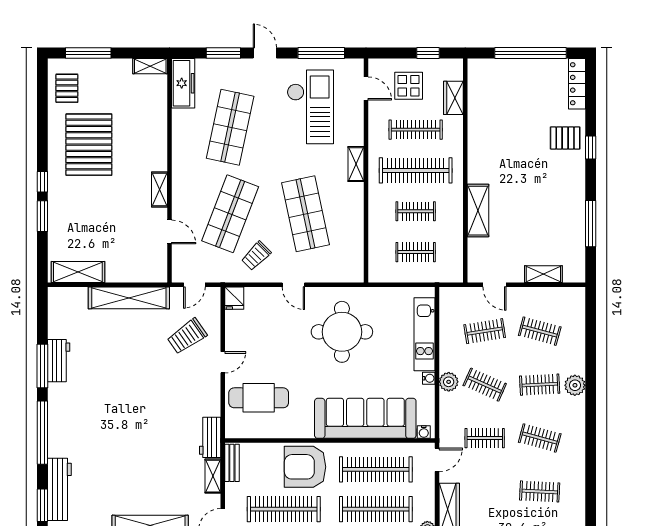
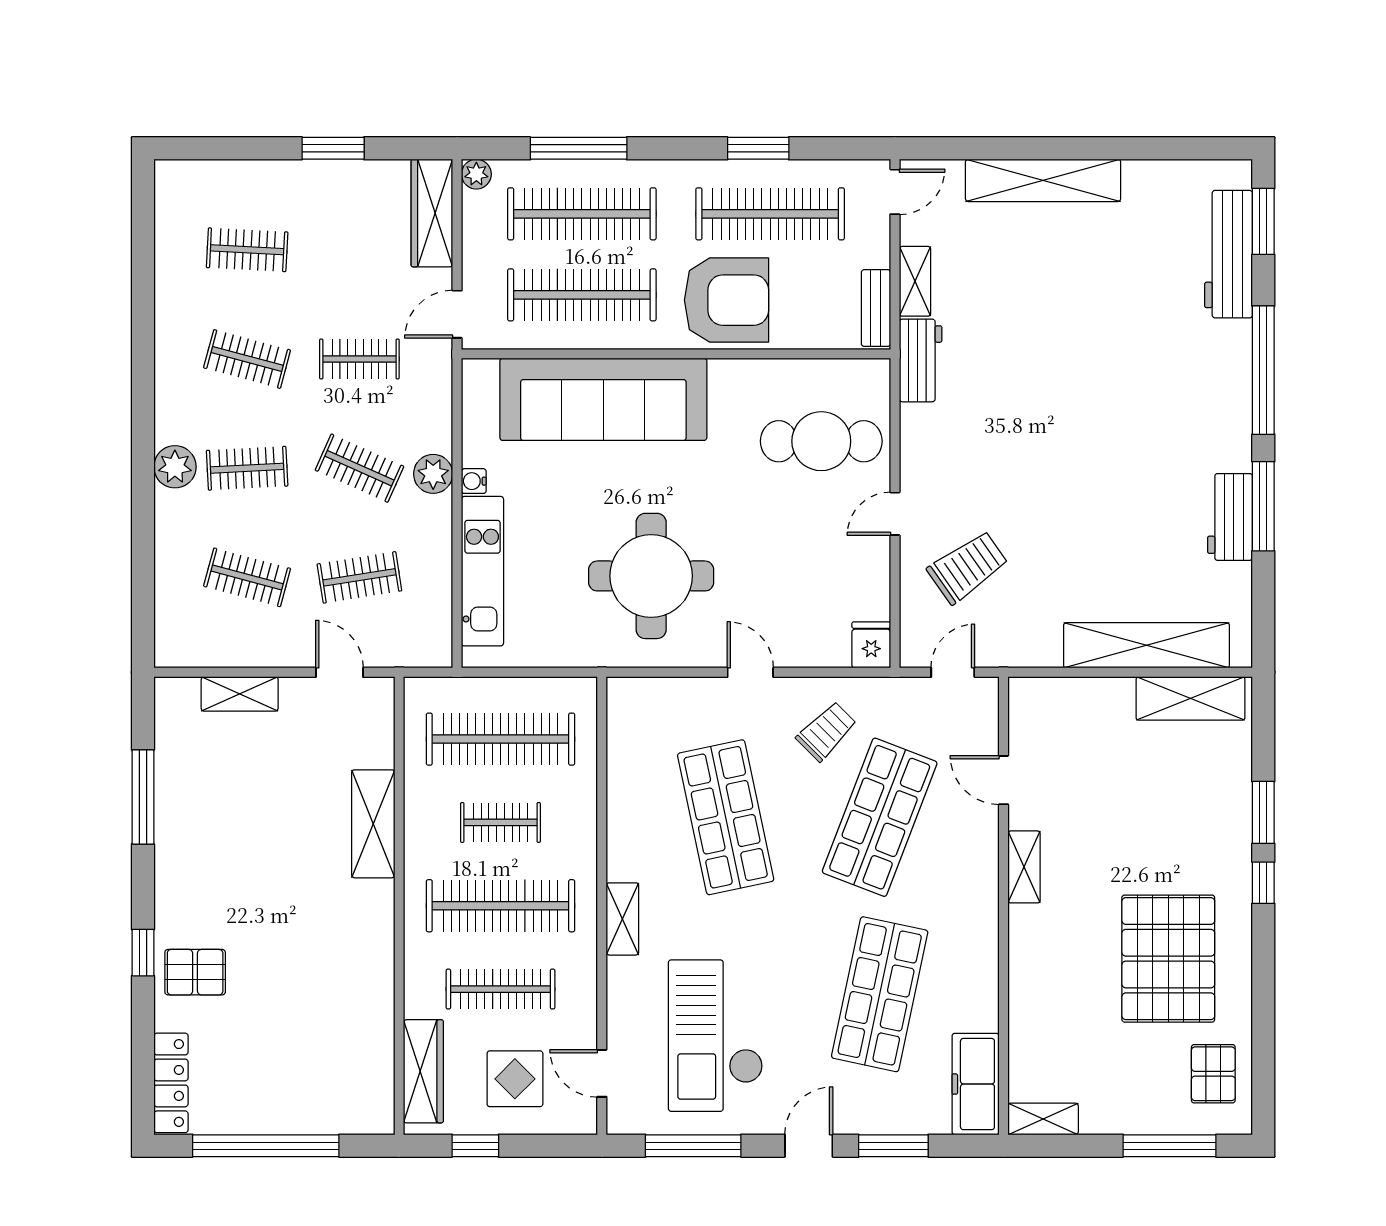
door: (265, 53) -> (809, 1146), swing flipped
wardrobe: (453, 98) -> (423, 1071), width x1.50
clothes rail: (416, 252) -> (500, 739), width x1.86, depth x1.31
shelving: (129, 298) -> (1146, 645), moved
water cooler: (424, 432) -> (484, 371), removed

